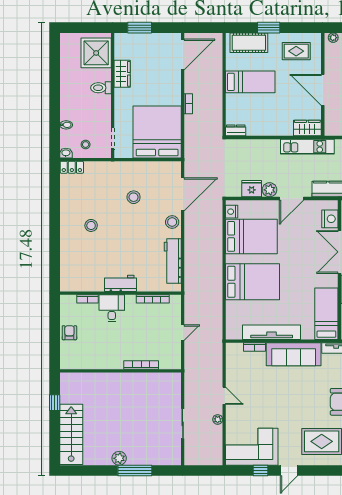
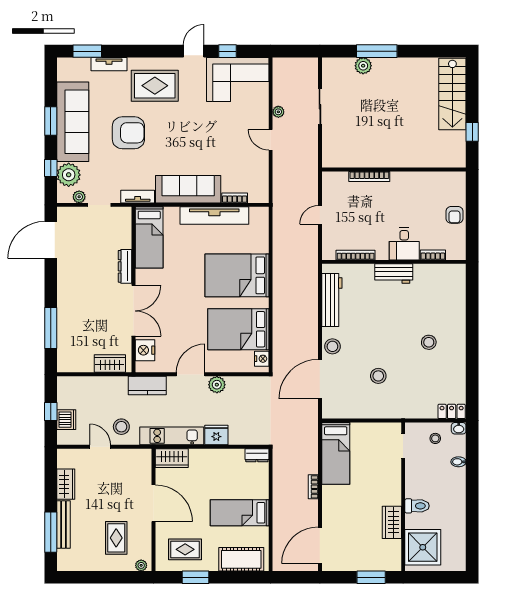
window: (269, 28) -> (196, 577), moved
bed: (157, 132) -> (336, 453), width x0.49
fridge: (252, 189) -> (216, 435), moved, turned 180
plant: (119, 458) -> (363, 66), moved

